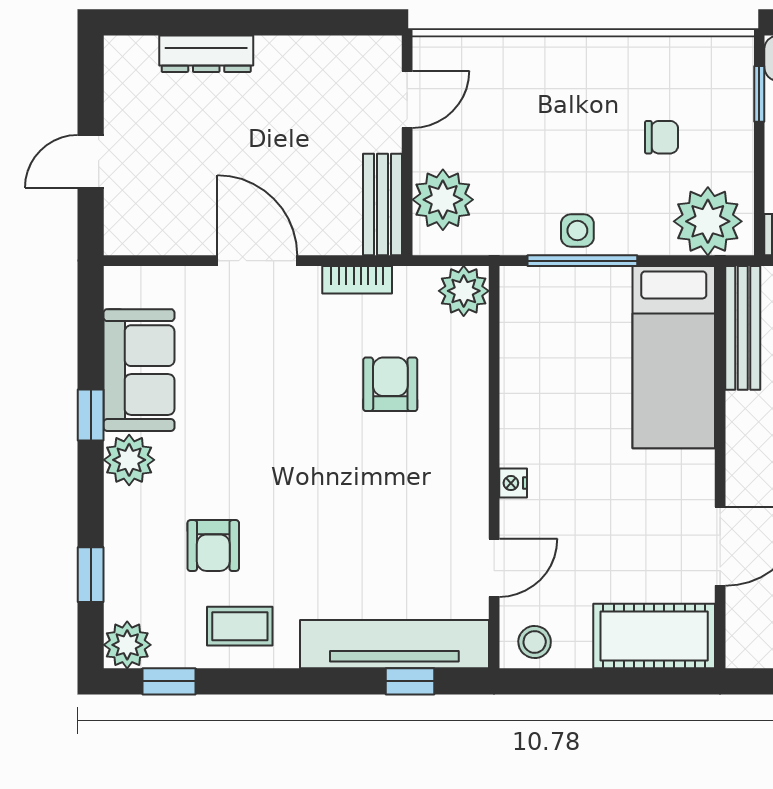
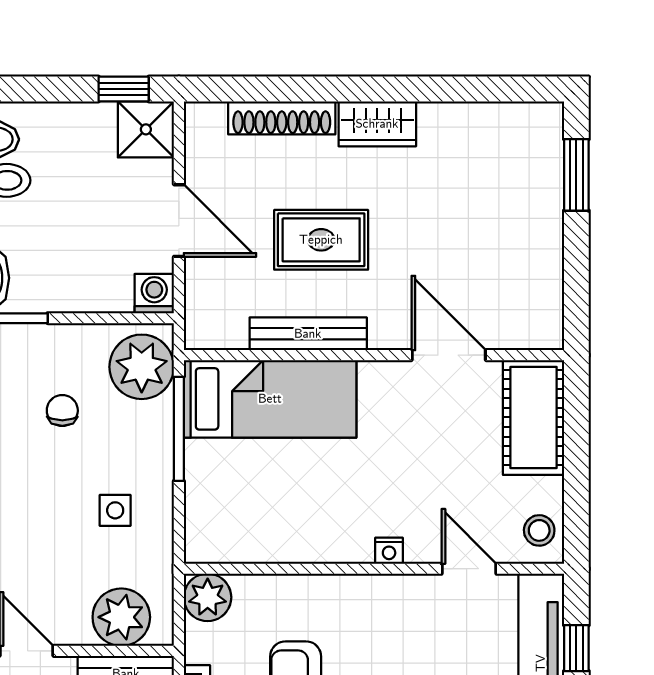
side table: (577, 231) -> (115, 510), moved
window: (582, 261) -> (179, 429), moved
bench: (743, 328) -> (308, 334), moved

